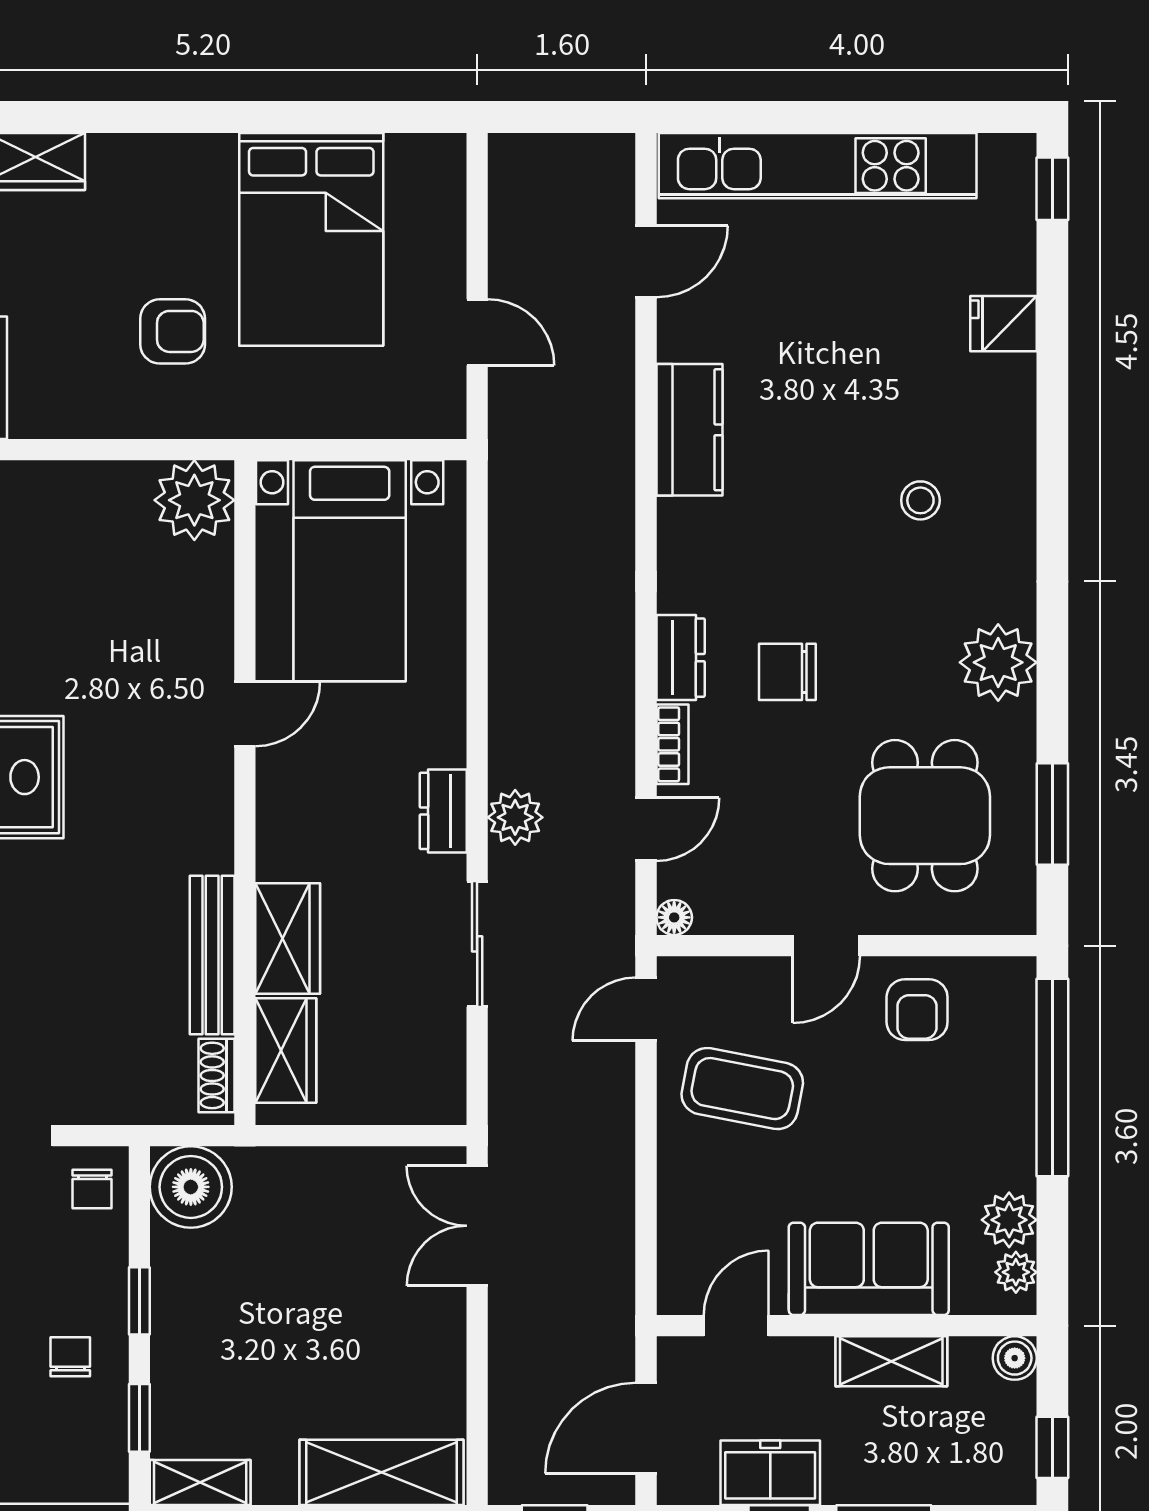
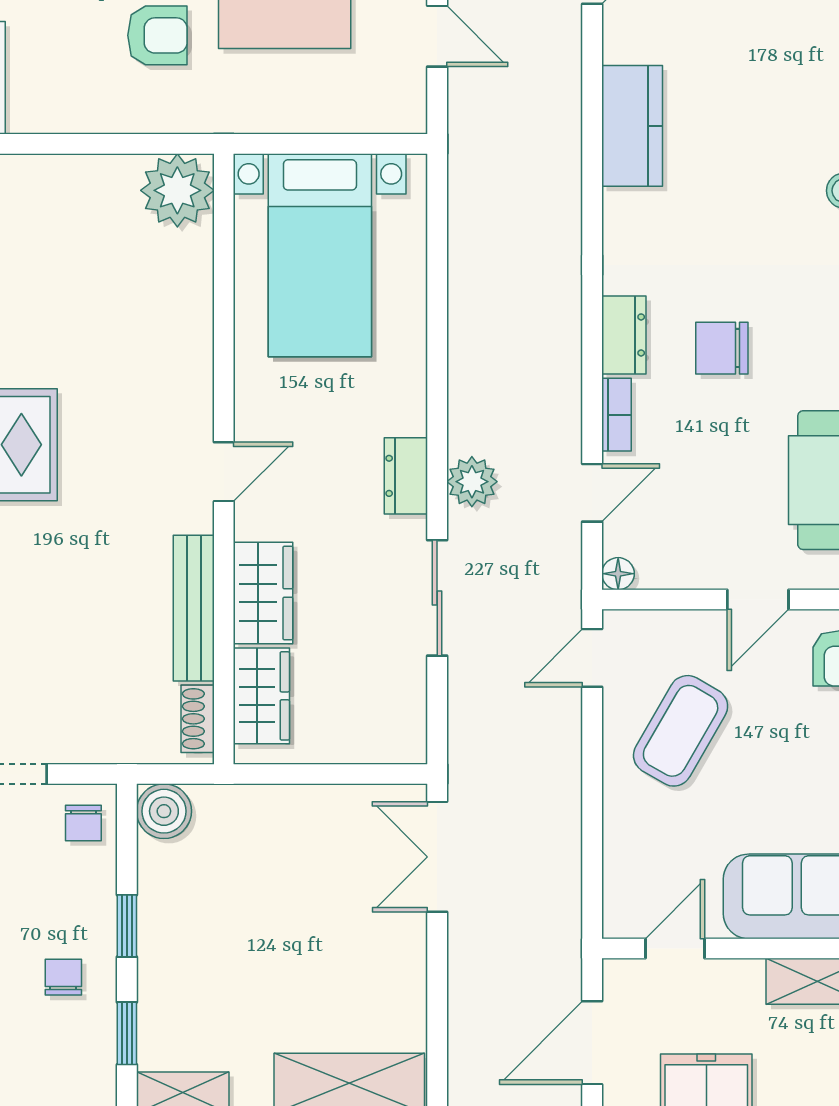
door: (245, 714) -> (224, 472), moved
coffee table: (742, 1089) -> (681, 731), turned -71
boiler: (191, 1187) -> (164, 811), width x0.73, depth x0.73

